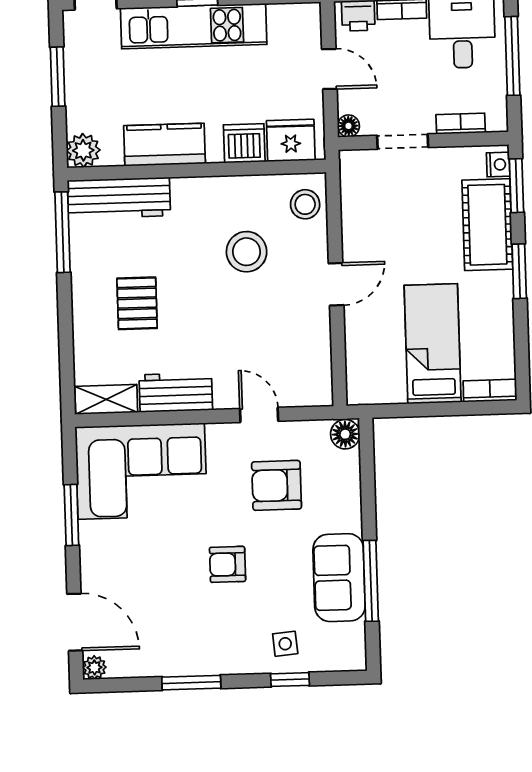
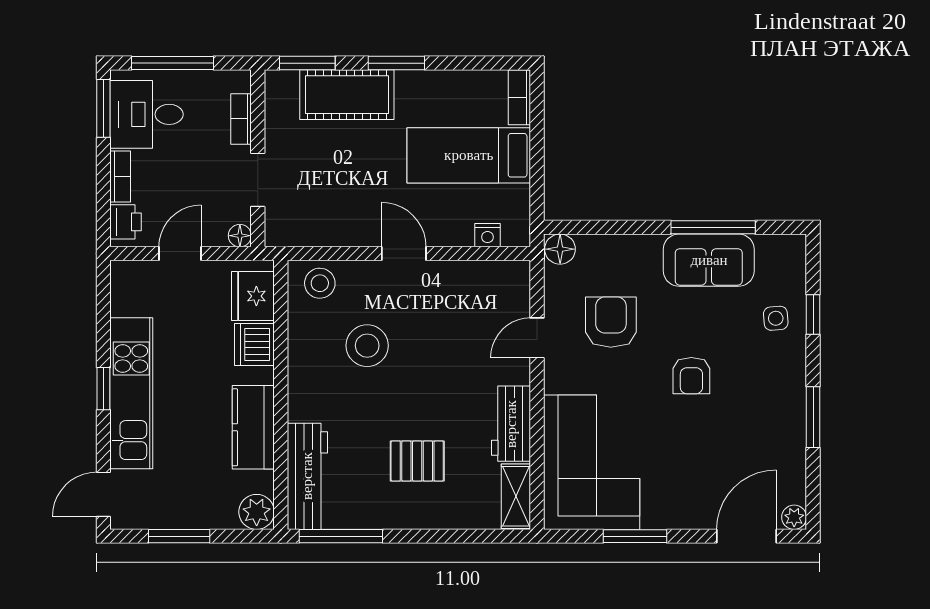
nightstand: (498, 165) -> (488, 235), moved, turned 180
armchair: (277, 485) -> (611, 322), turned 180

